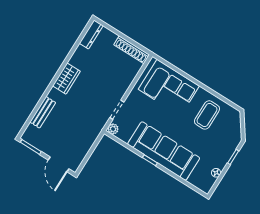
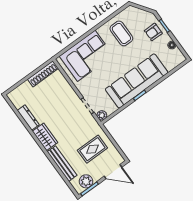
dresser: (91, 34) -> (28, 118), moved
bench: (43, 112) -> (62, 164), width x1.36
rug: (74, 133) -> (92, 149), added
plant: (37, 140) -> (86, 181), added
armchair: (222, 148) -> (153, 32), added

